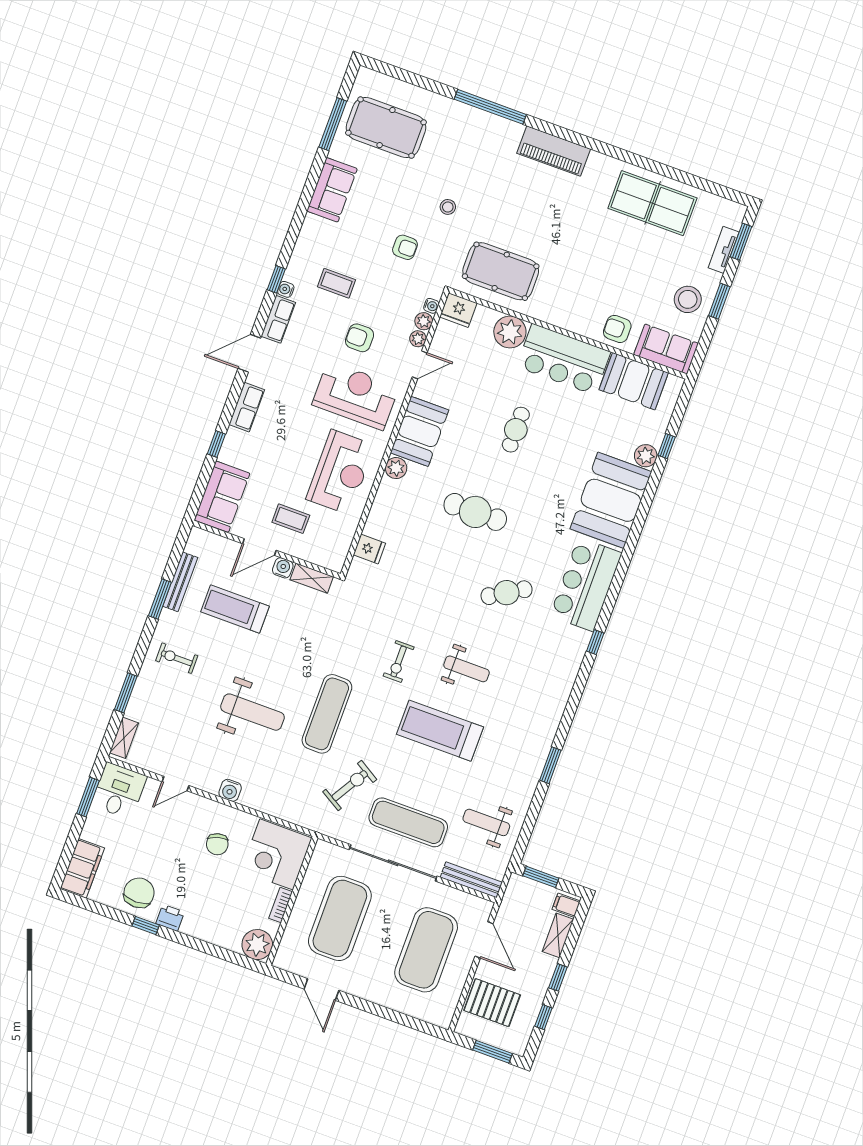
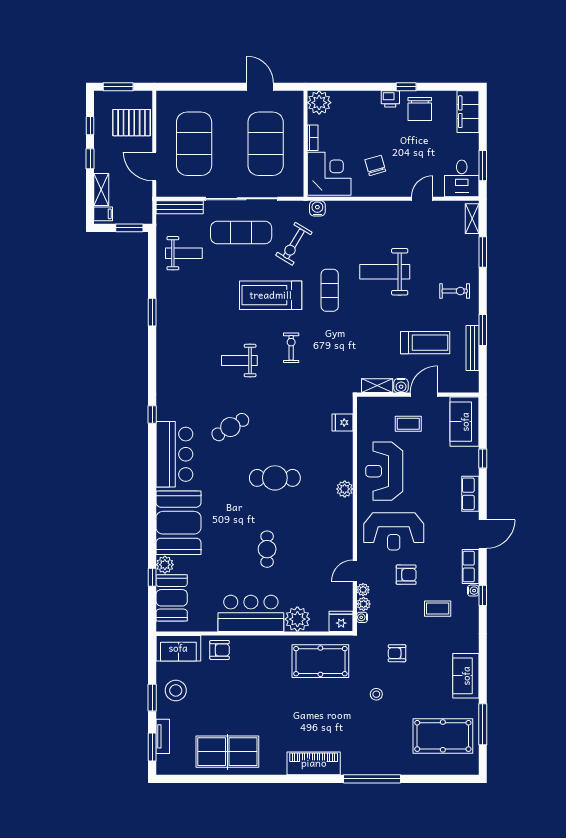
booth: (634, 381) -> (172, 598), moved, turned 90
booth: (420, 431) -> (337, 522), removed
exercise mat: (327, 714) -> (330, 290), width x0.73, depth x0.69
treadmill: (440, 731) -> (271, 295), moved, turned 180
water cooler: (230, 790) -> (317, 208), moved

